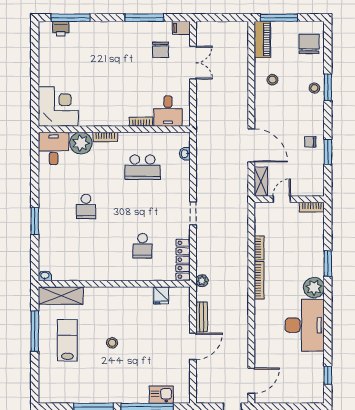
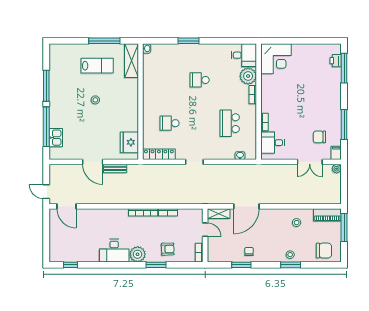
armchair: (307, 248) -> (168, 249), added
plant: (202, 281) -> (337, 169), moved
fridge: (161, 295) -> (129, 142), width x1.88, depth x1.34
desk: (305, 325) -> (114, 251), width x0.73, depth x0.77

